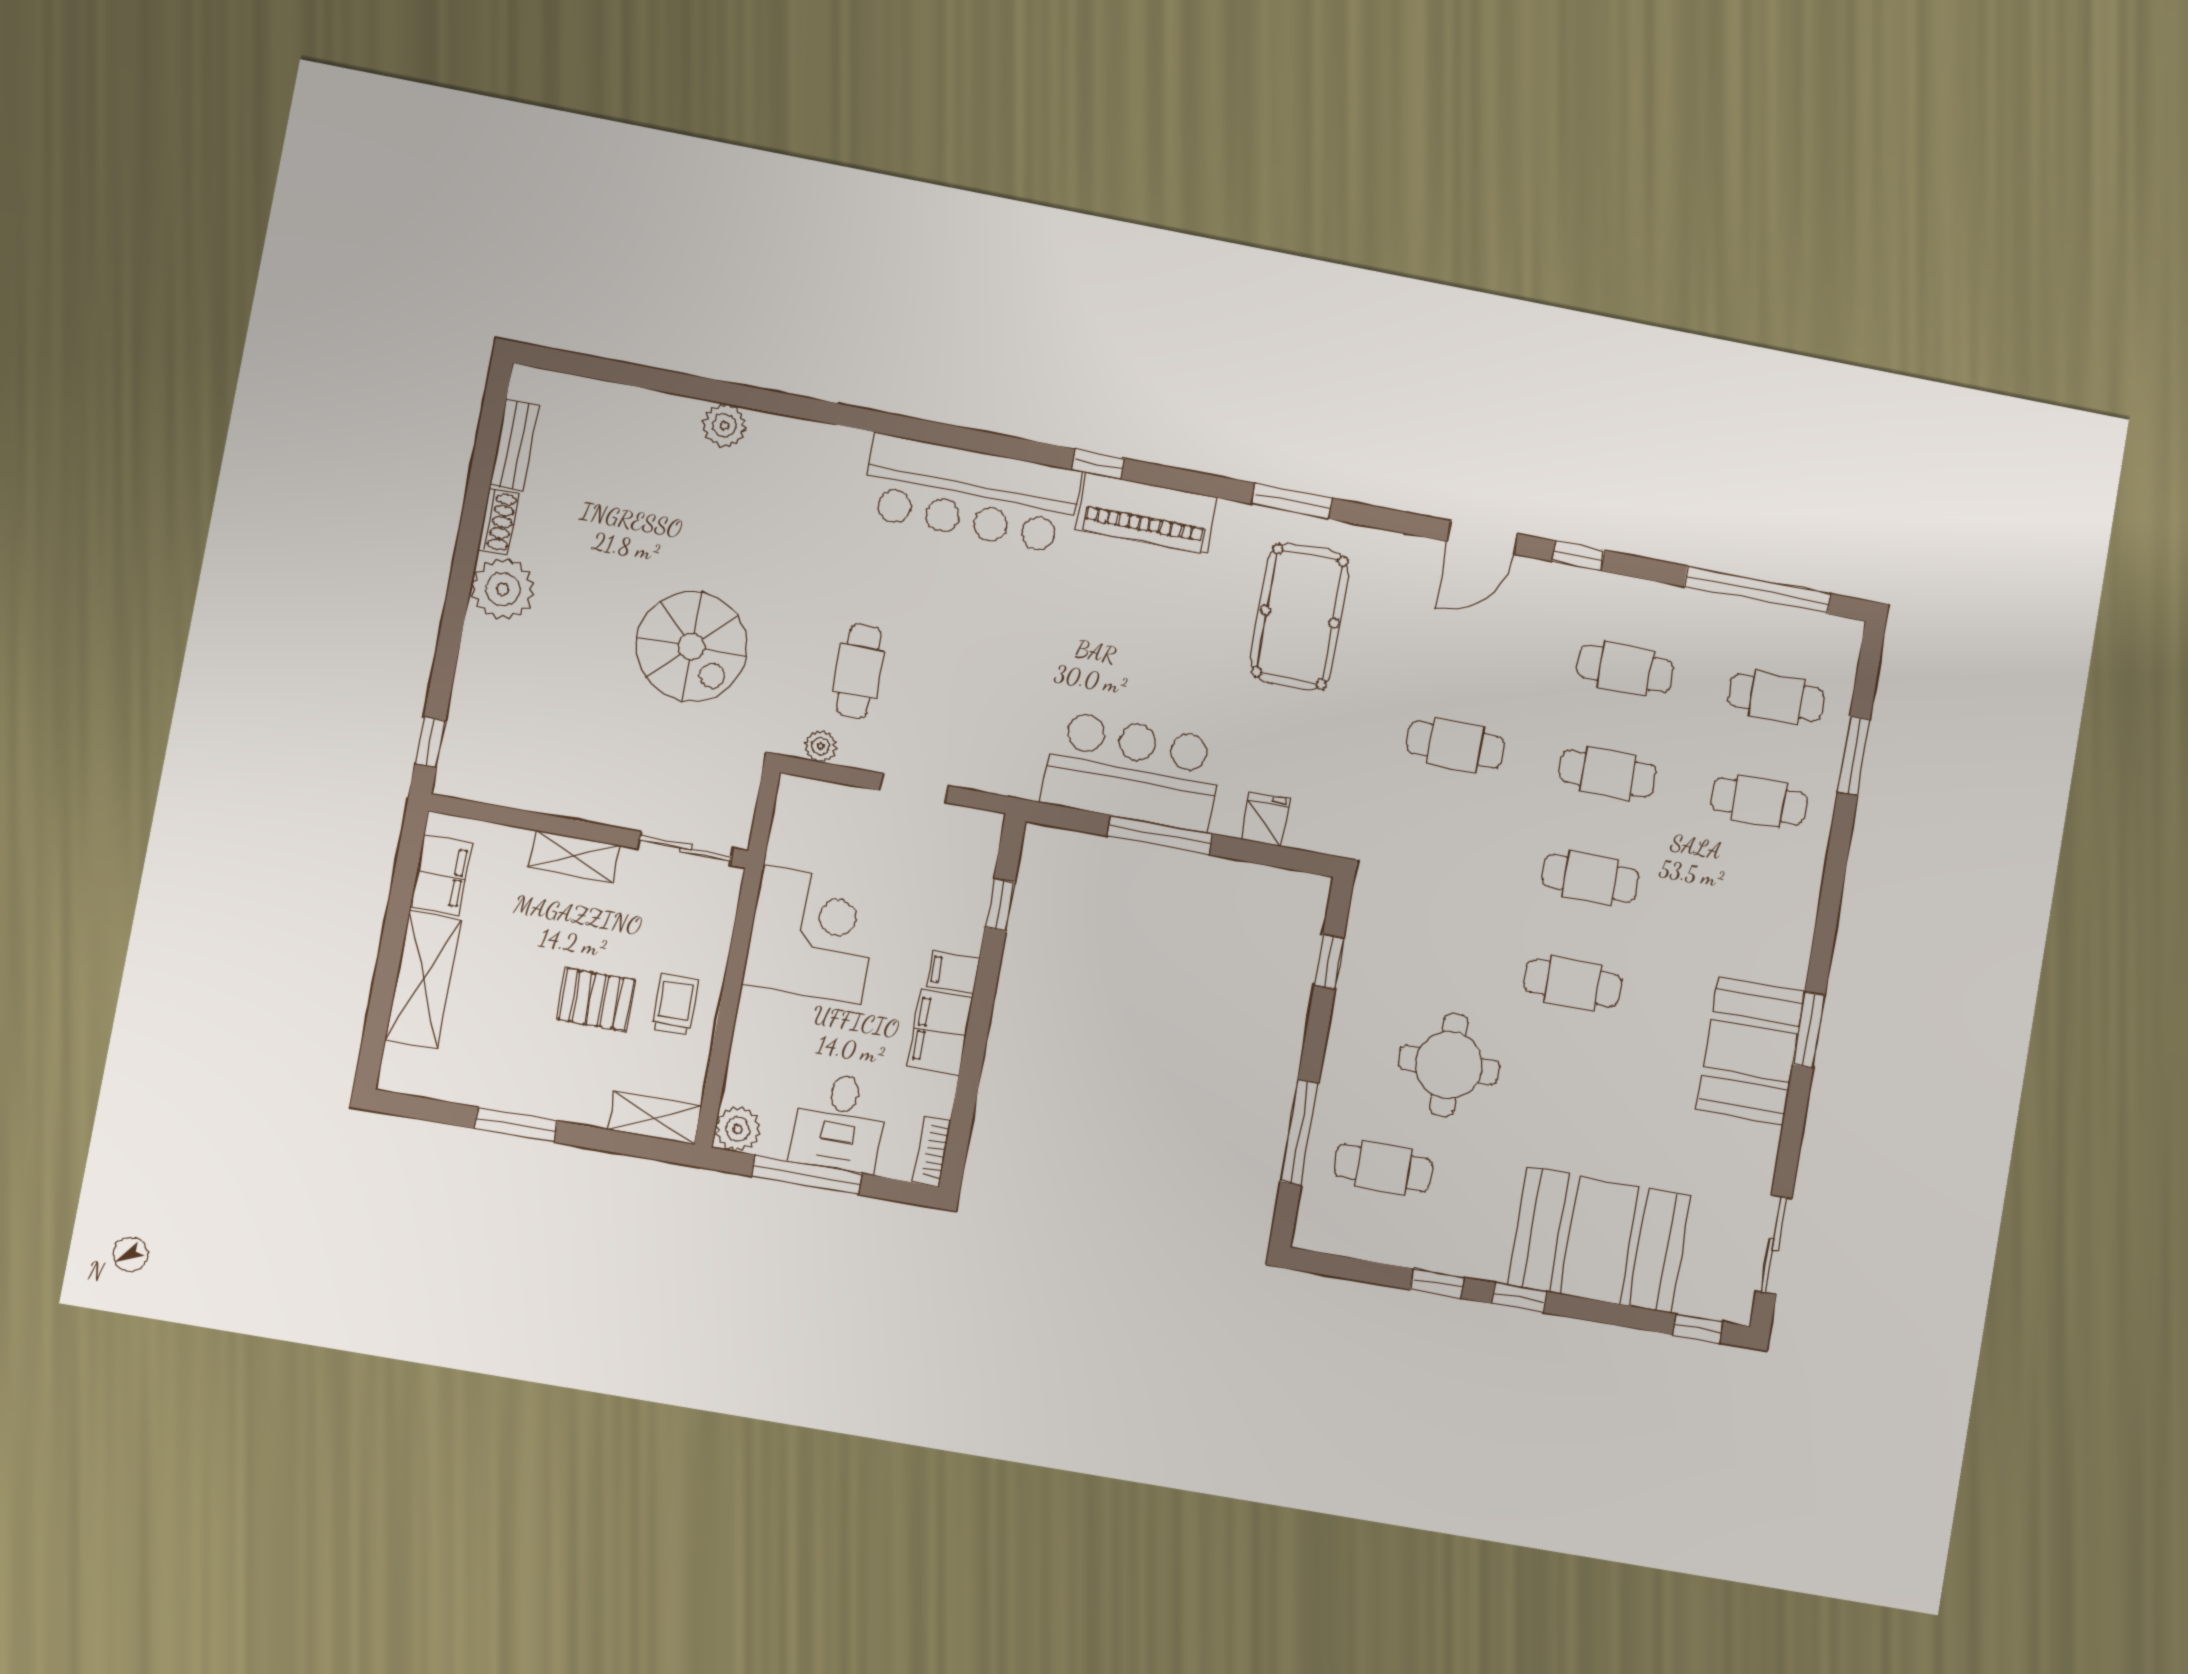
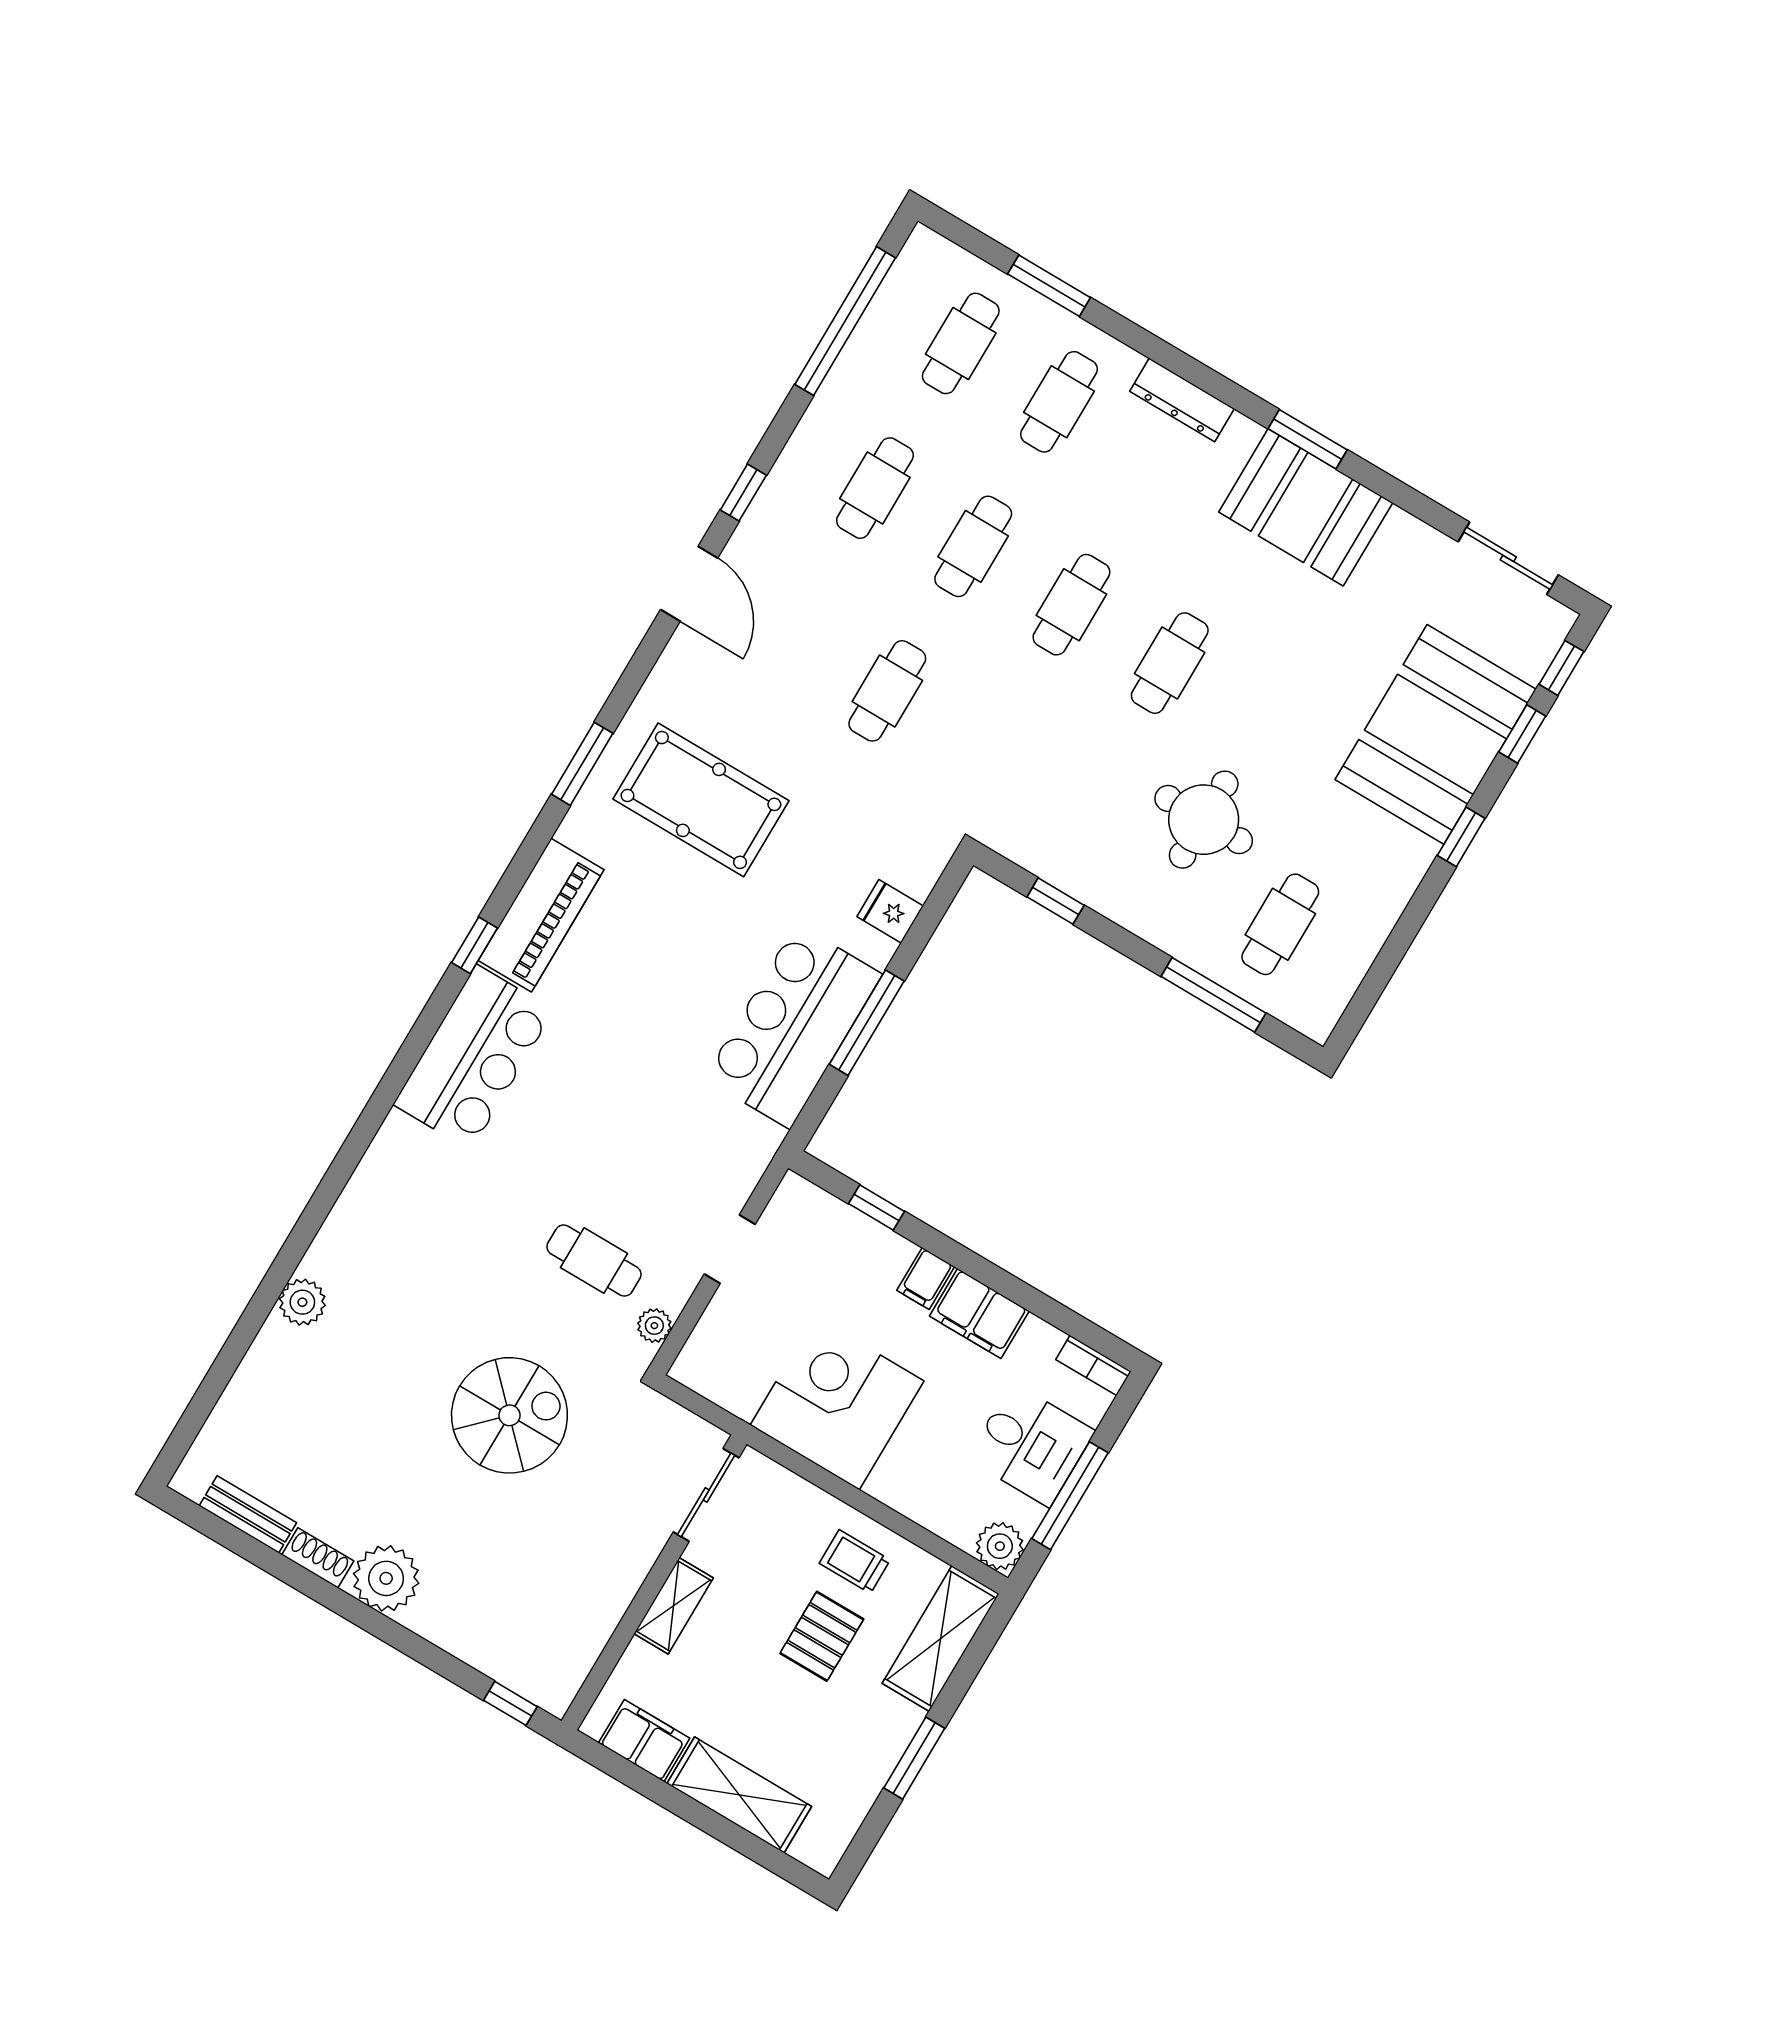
bar counter: (971, 494) -> (474, 1057), width x0.73
dresser: (1801, 908) -> (1182, 400), added
shelving: (655, 1118) -> (941, 1639), width x1.50, depth x1.33
window: (1437, 1283) -> (1522, 734), moved

